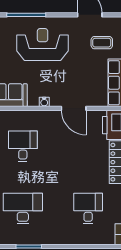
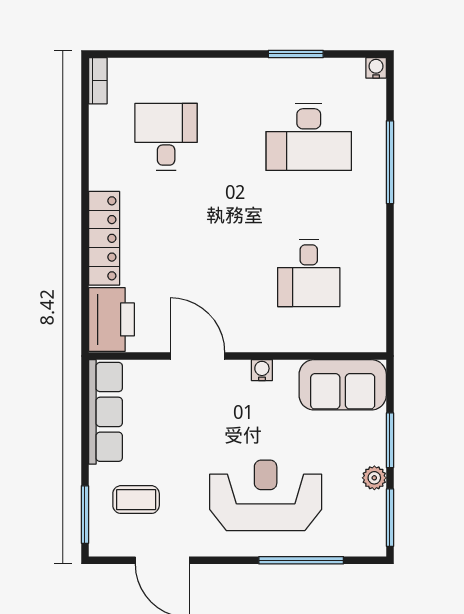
reception desk: (43, 45) -> (266, 495), turned 180
desk: (88, 209) -> (166, 137), turned 180

